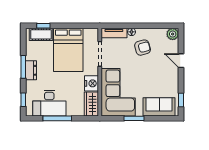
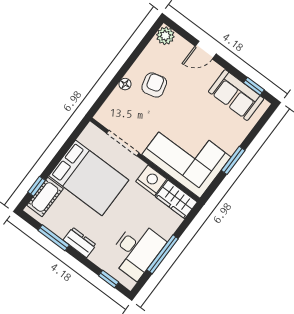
tv unit: (114, 33) -> (110, 107), removed
window: (23, 67) -> (54, 238), moved
sofa: (159, 107) -> (236, 95), moved, turned -90

